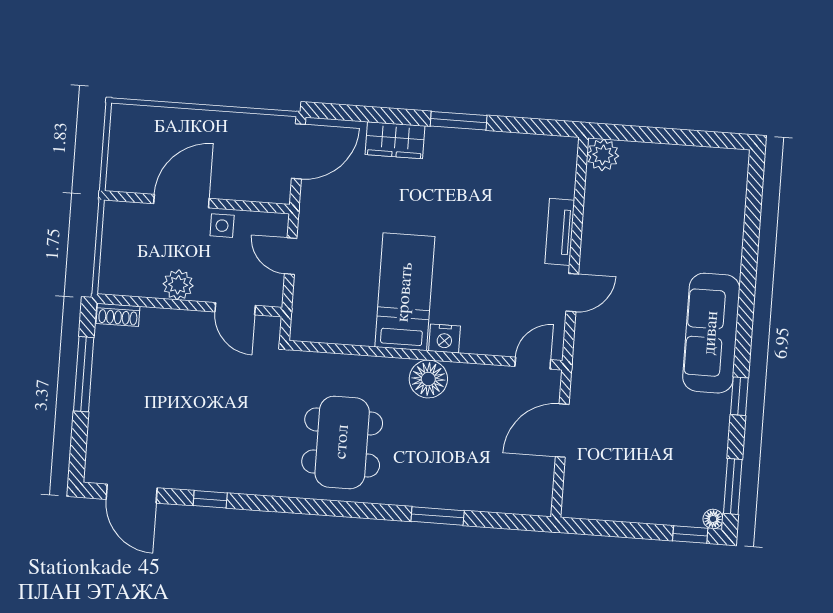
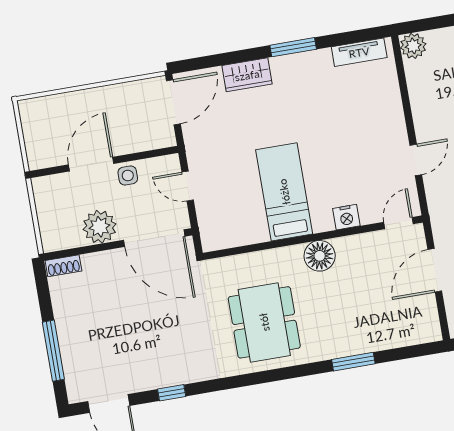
tv unit: (560, 232) -> (359, 52), moved, turned -90
plant: (178, 285) -> (100, 227), width x1.36, depth x1.36
door: (235, 309) -> (154, 238), width x1.88
nightstand: (444, 339) -> (346, 217), moved
window: (84, 374) -> (53, 351), moved

